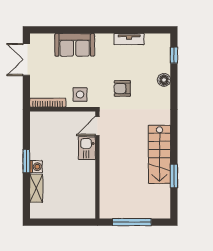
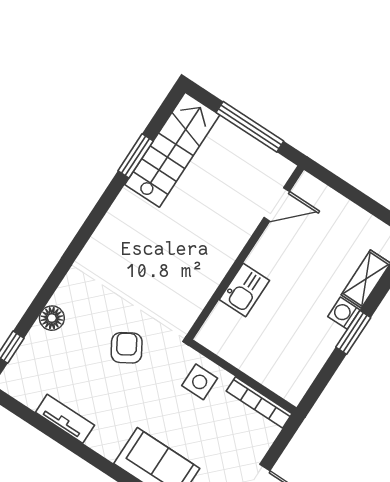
armchair: (122, 88) -> (127, 348), turned -121
door: (97, 126) -> (277, 204), moved
stairs: (159, 154) -> (172, 150), moved

